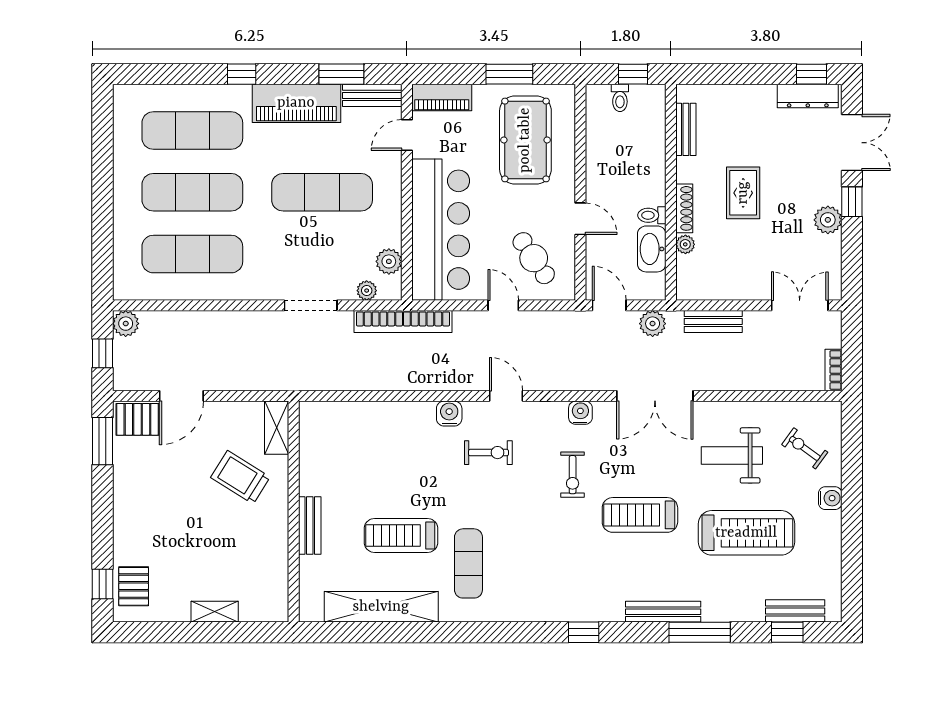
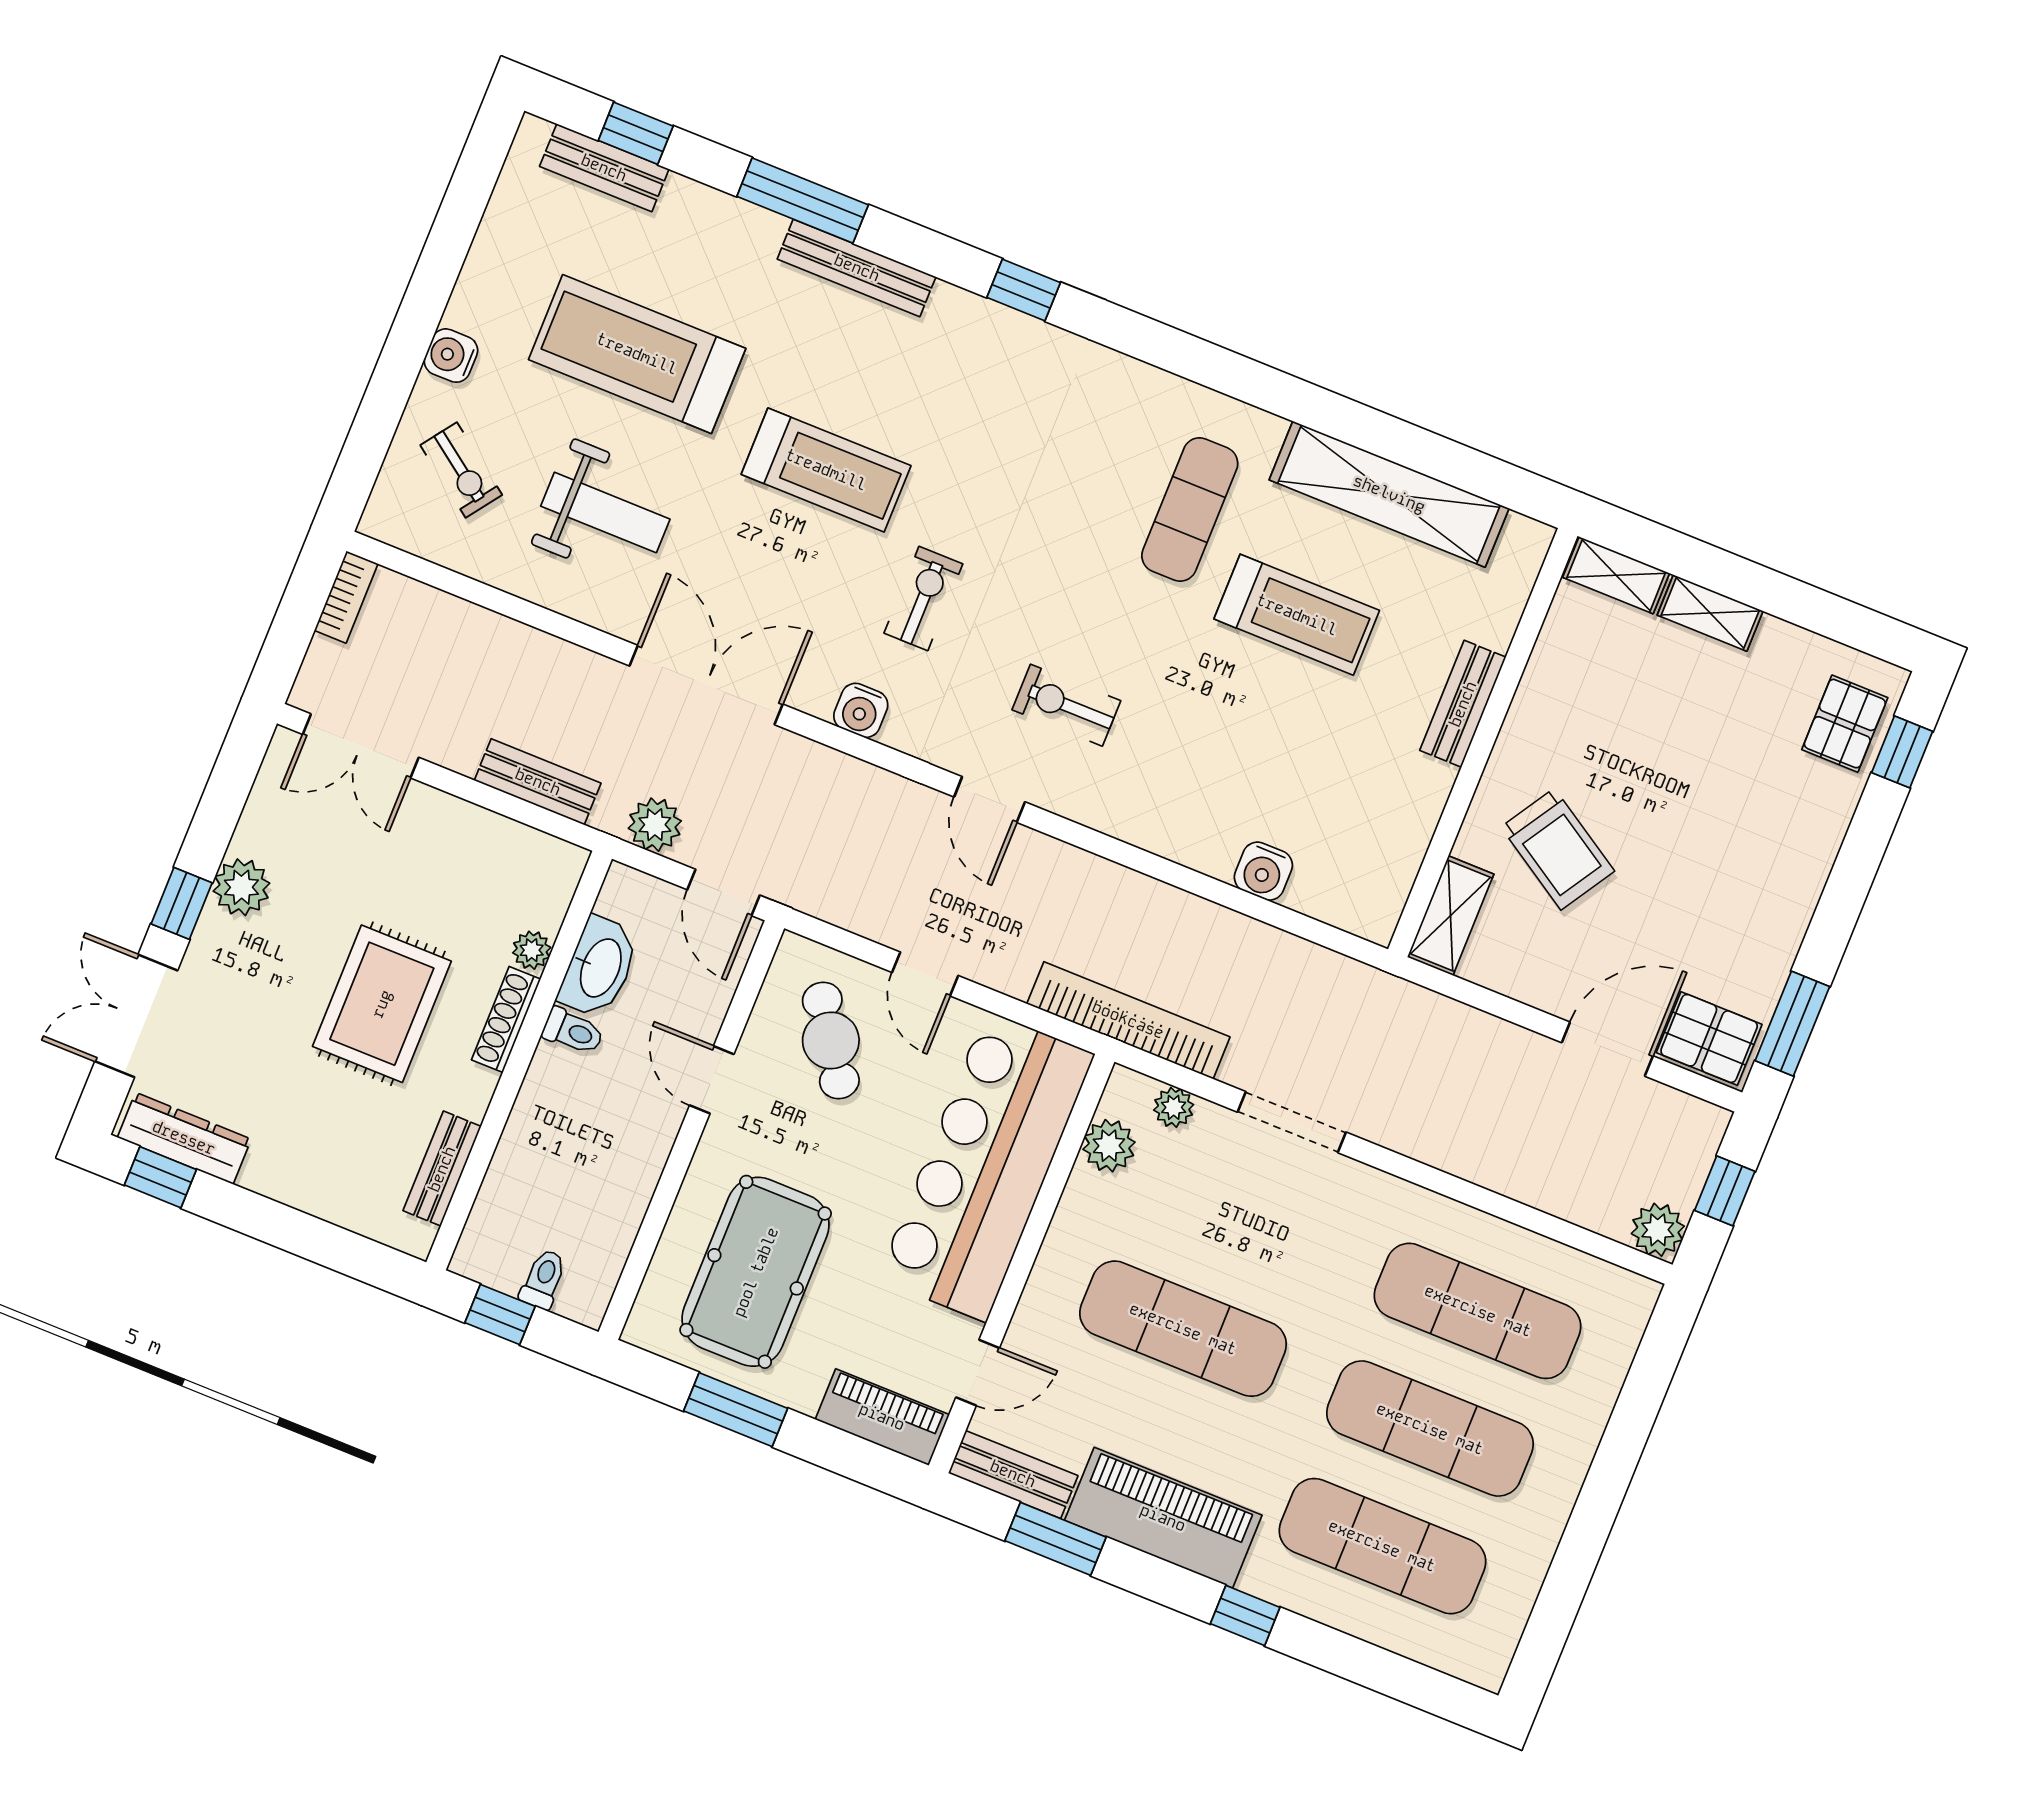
rug: (743, 193) -> (382, 1004), width x1.36, depth x1.43
water cooler: (449, 414) -> (1263, 871), moved
shelving: (264, 612) -> (1616, 575), added

